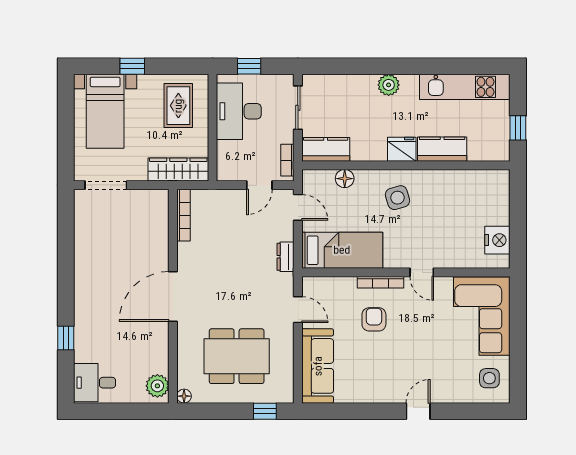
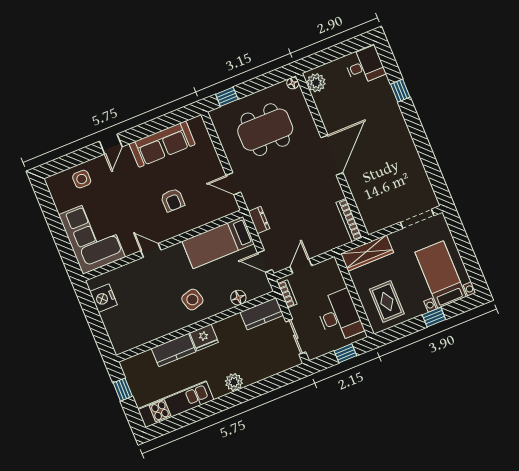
bookcase: (381, 282) -> (179, 230), removed
sofa: (318, 366) -> (162, 144), moved, turned -90
side table: (489, 378) -> (82, 179), moved

